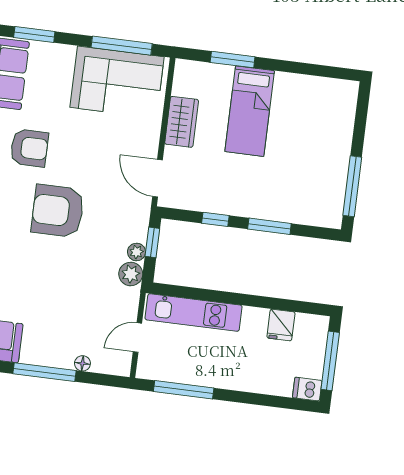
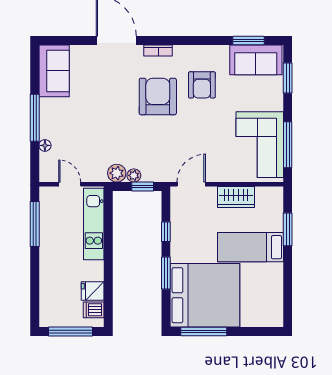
bed: (305, 179) -> (205, 295), added
armchair: (58, 211) -> (158, 96), moved
dishwasher: (307, 389) -> (94, 310), moved, turned -90

